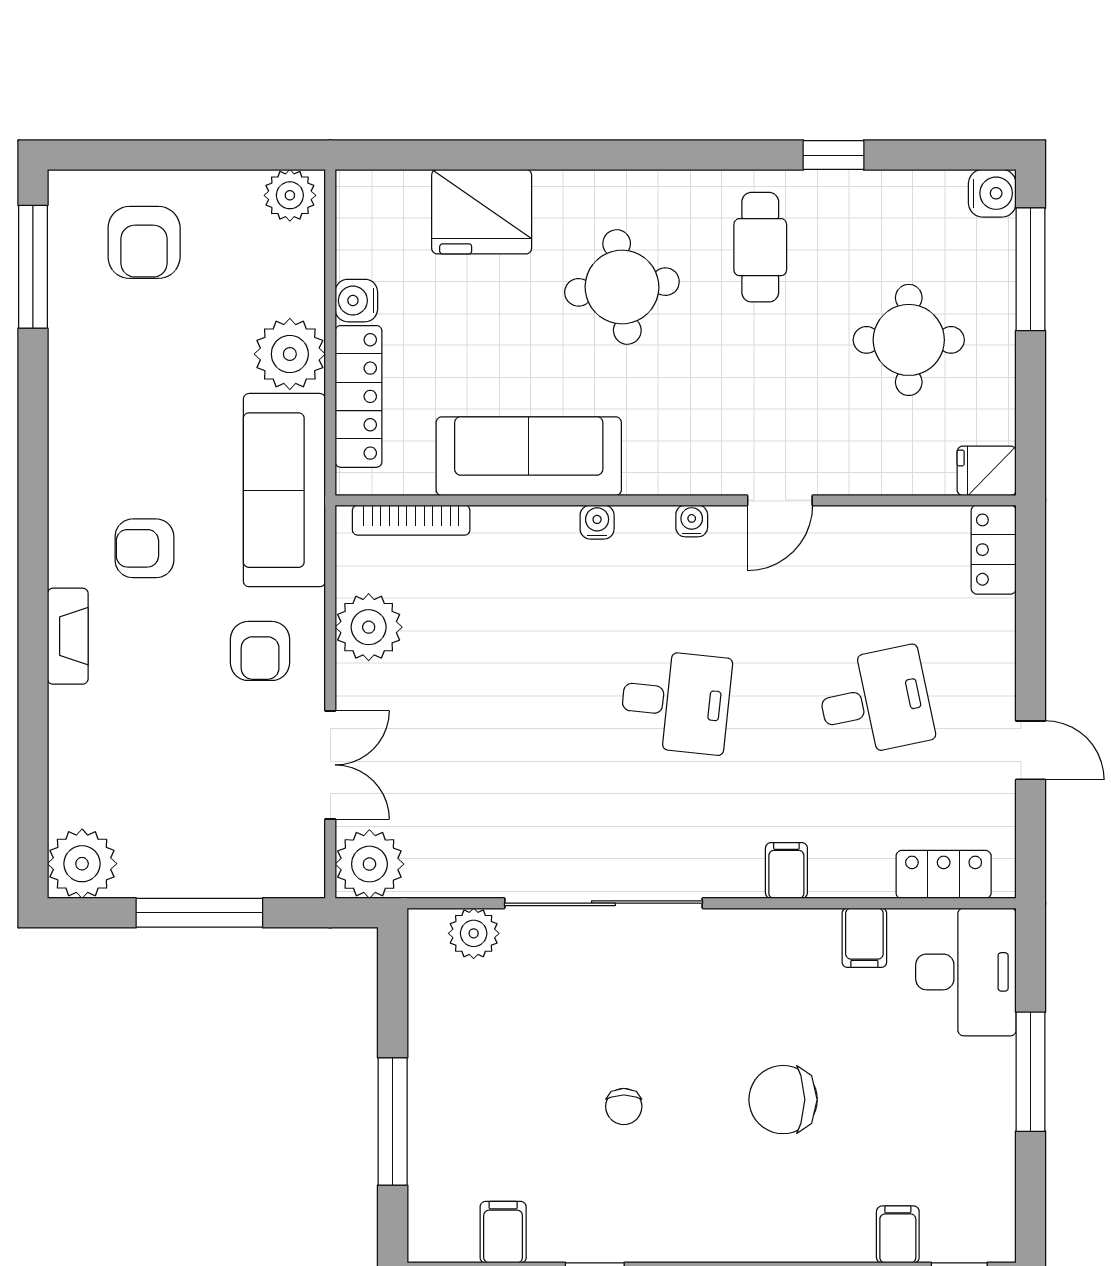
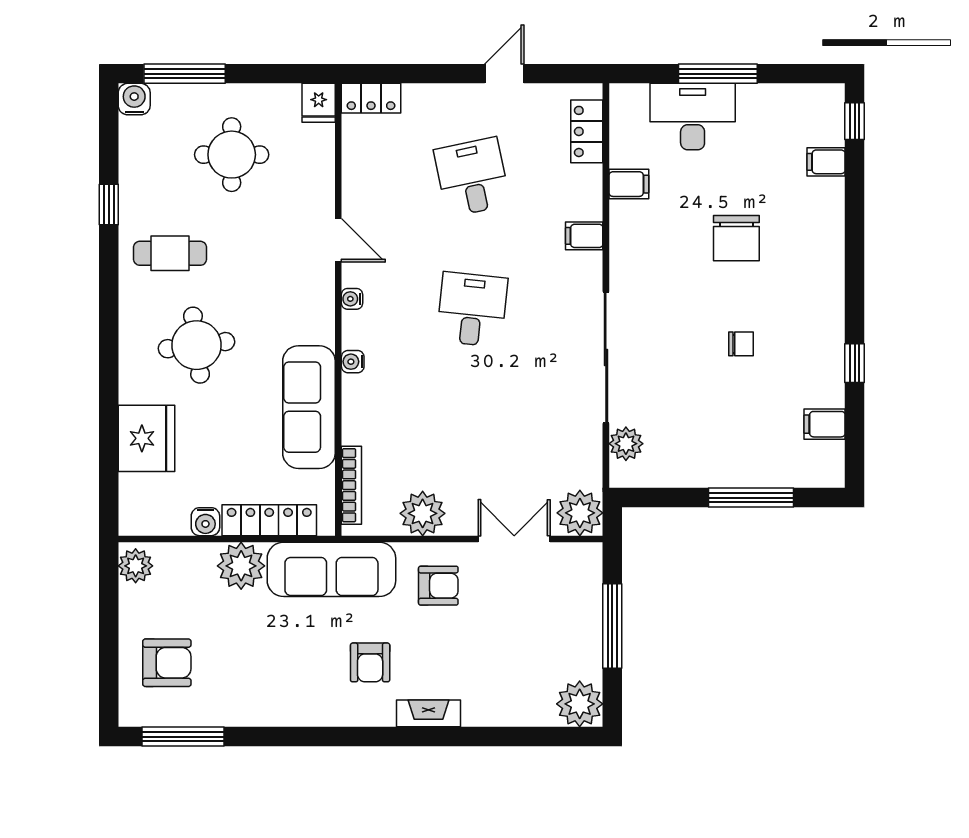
desk: (966, 972) -> (693, 117), moved

